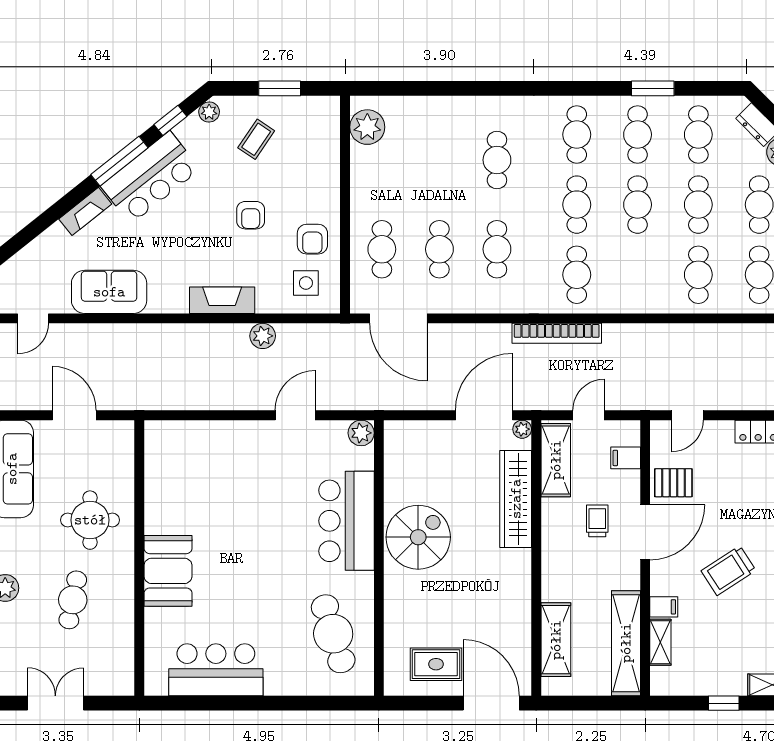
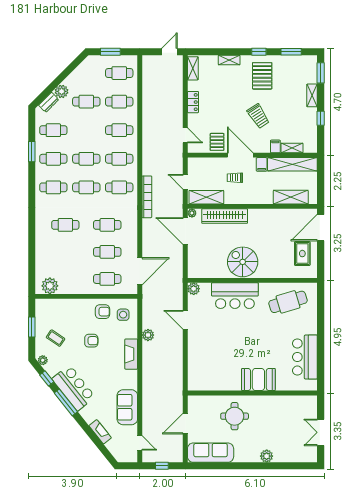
cafe table: (698, 205) -> (119, 159), moved
fireplace: (85, 211) -> (100, 432), moved
filing cabinet: (626, 458) -> (262, 164), moved
cafe table: (73, 600) -> (272, 424), removed

